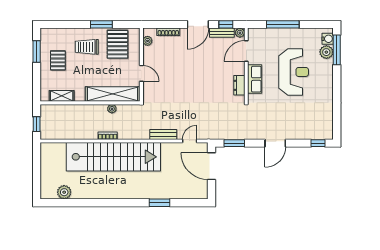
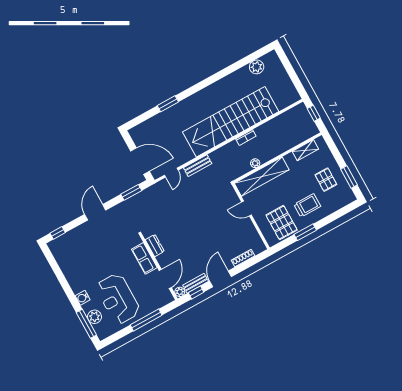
water cooler: (328, 39) -> (83, 298), moved
plant: (148, 41) -> (257, 240), removed
reception desk: (294, 72) -> (118, 299), moved

